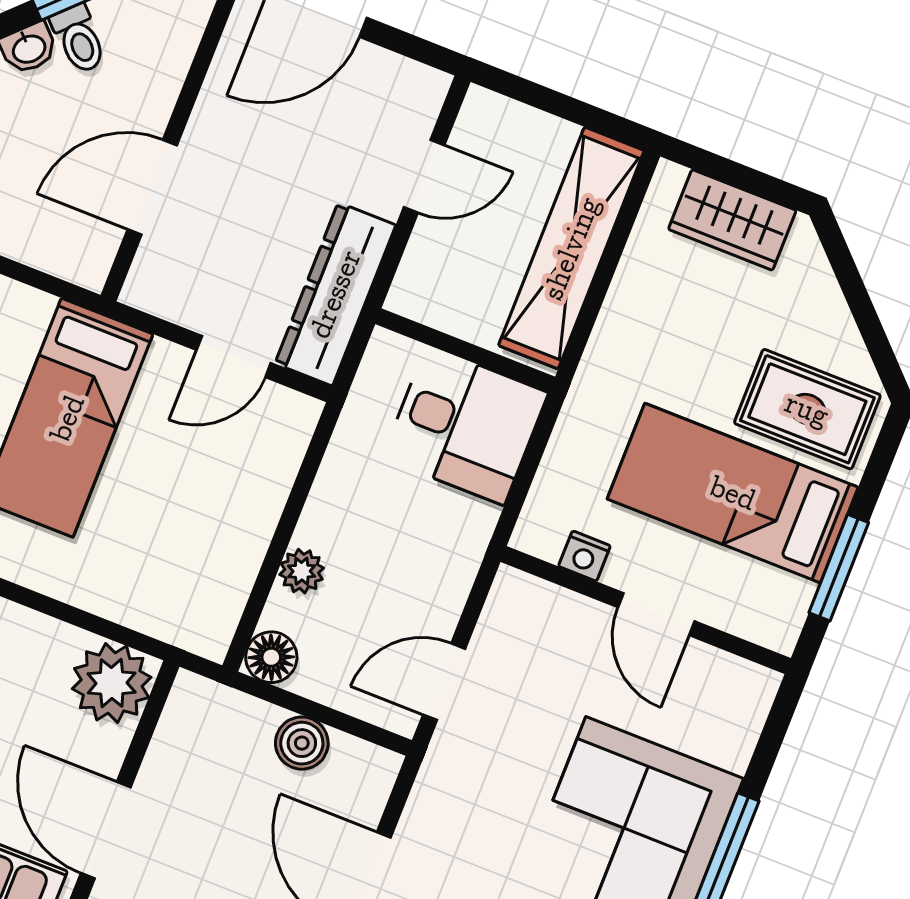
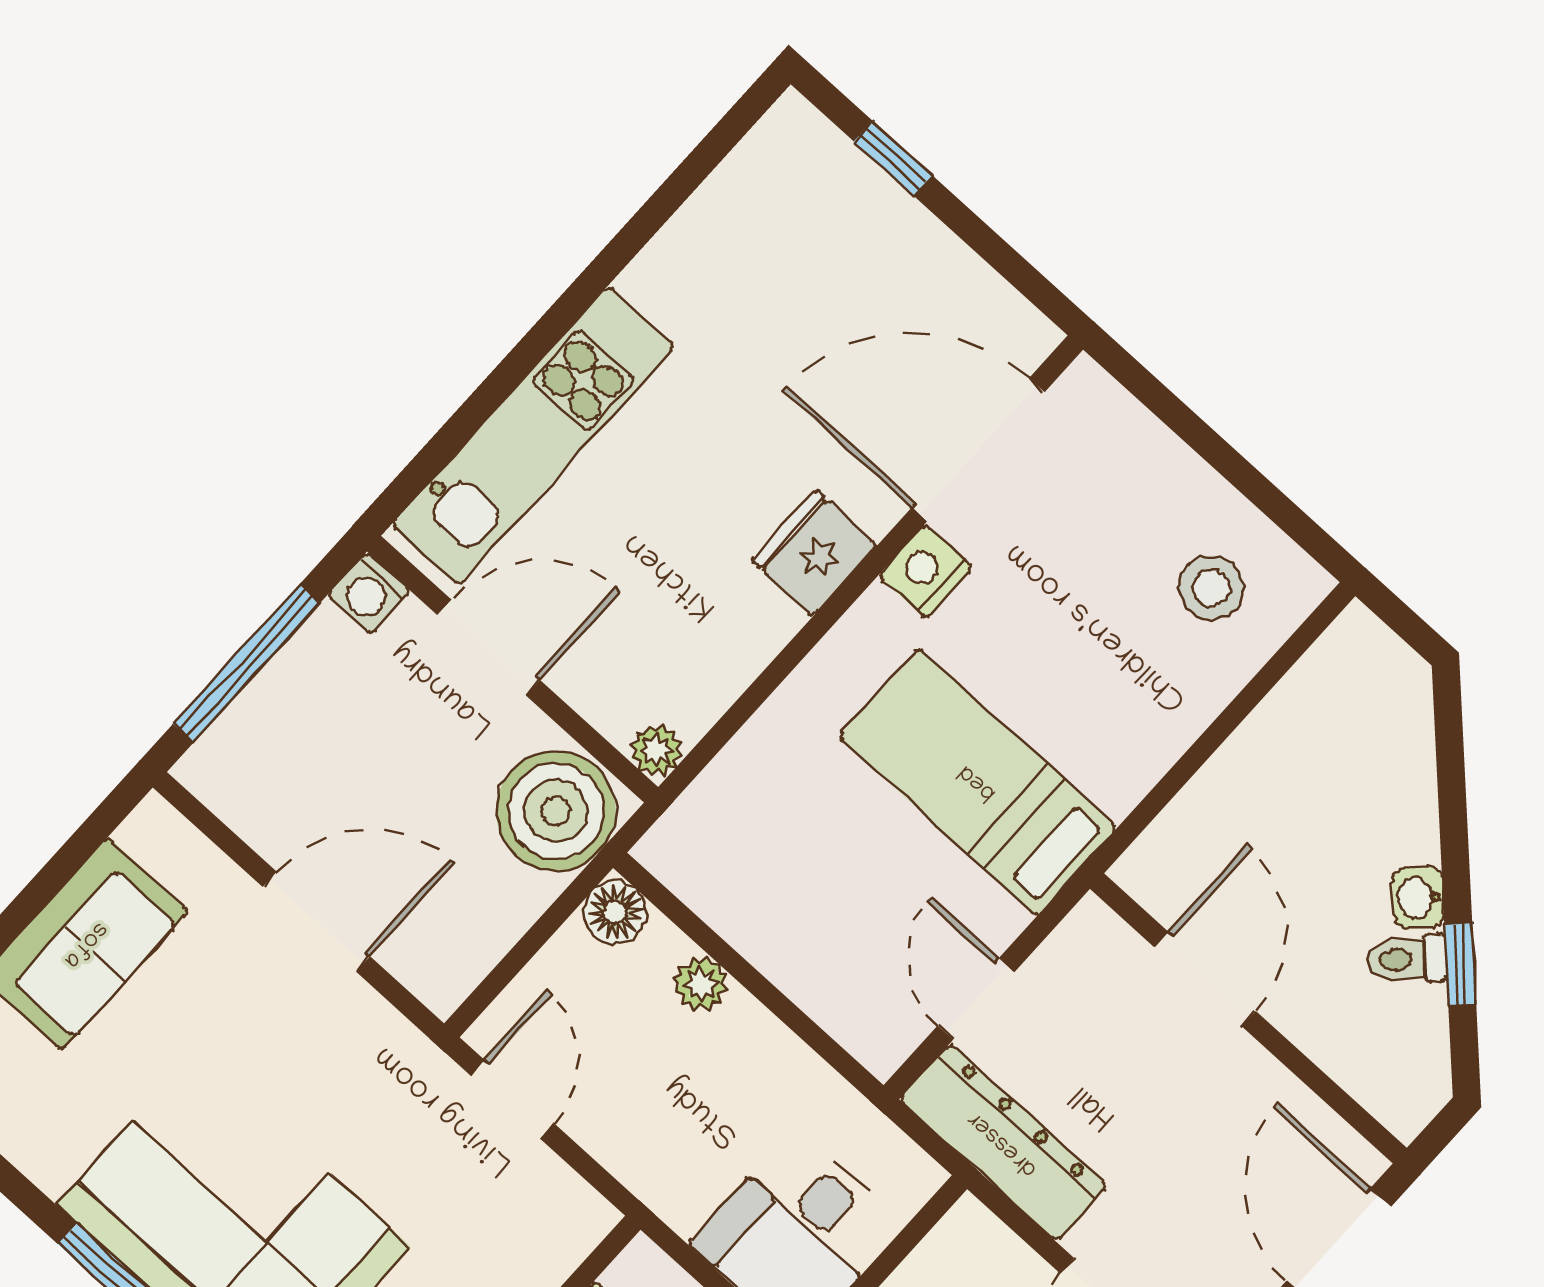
plant: (112, 683) -> (656, 750), width x0.53, depth x0.53
boiler: (302, 743) -> (556, 811), moved, width x1.86, depth x1.86

